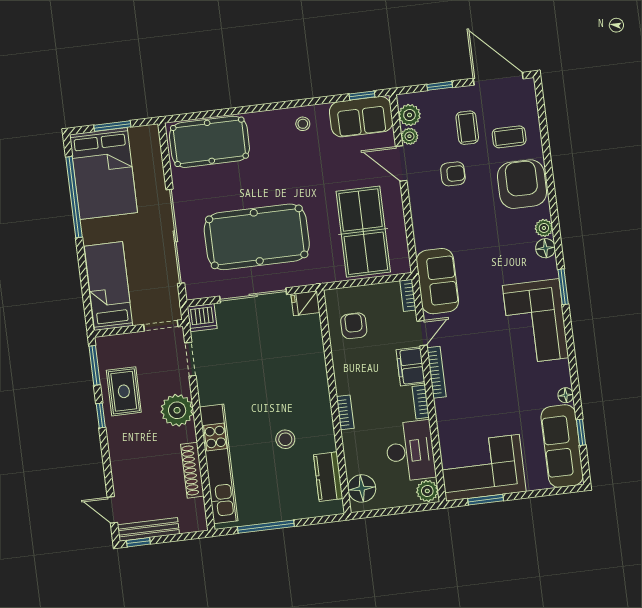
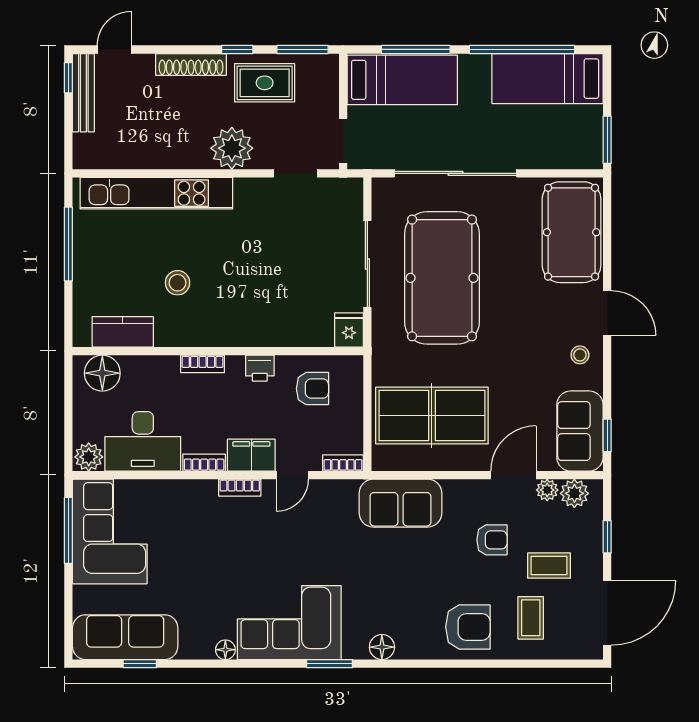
door: (268, 107) -> (607, 313), added
window: (112, 126) -> (607, 140), moved
bed: (103, 174) -> (547, 79), width x0.67
armchair: (453, 174) -> (492, 540), turned -90
armchair: (522, 184) -> (468, 627), width x0.73, depth x0.73
plant: (544, 228) -> (408, 648), removed
window: (84, 279) -> (416, 49), added
sofa: (437, 281) -> (400, 503), moved
dishwasher: (202, 318) -> (347, 195), removed
door: (422, 333) -> (292, 475), hinge flipped
printer: (343, 368) -> (260, 368), added
bookcase: (437, 372) -> (240, 488), width x0.64
floor lamp: (566, 395) -> (225, 650), moved
shoe rack: (192, 470) -> (191, 64), moved, turned 180
window: (486, 500) -> (68, 530), width x1.44

